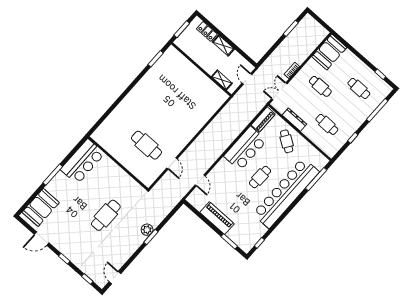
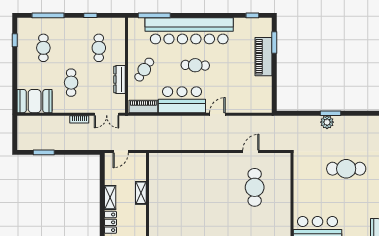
shelving: (222, 80) -> (141, 193), moved
door: (200, 180) -> (217, 114), moved
piano: (217, 218) -> (264, 57), moved

